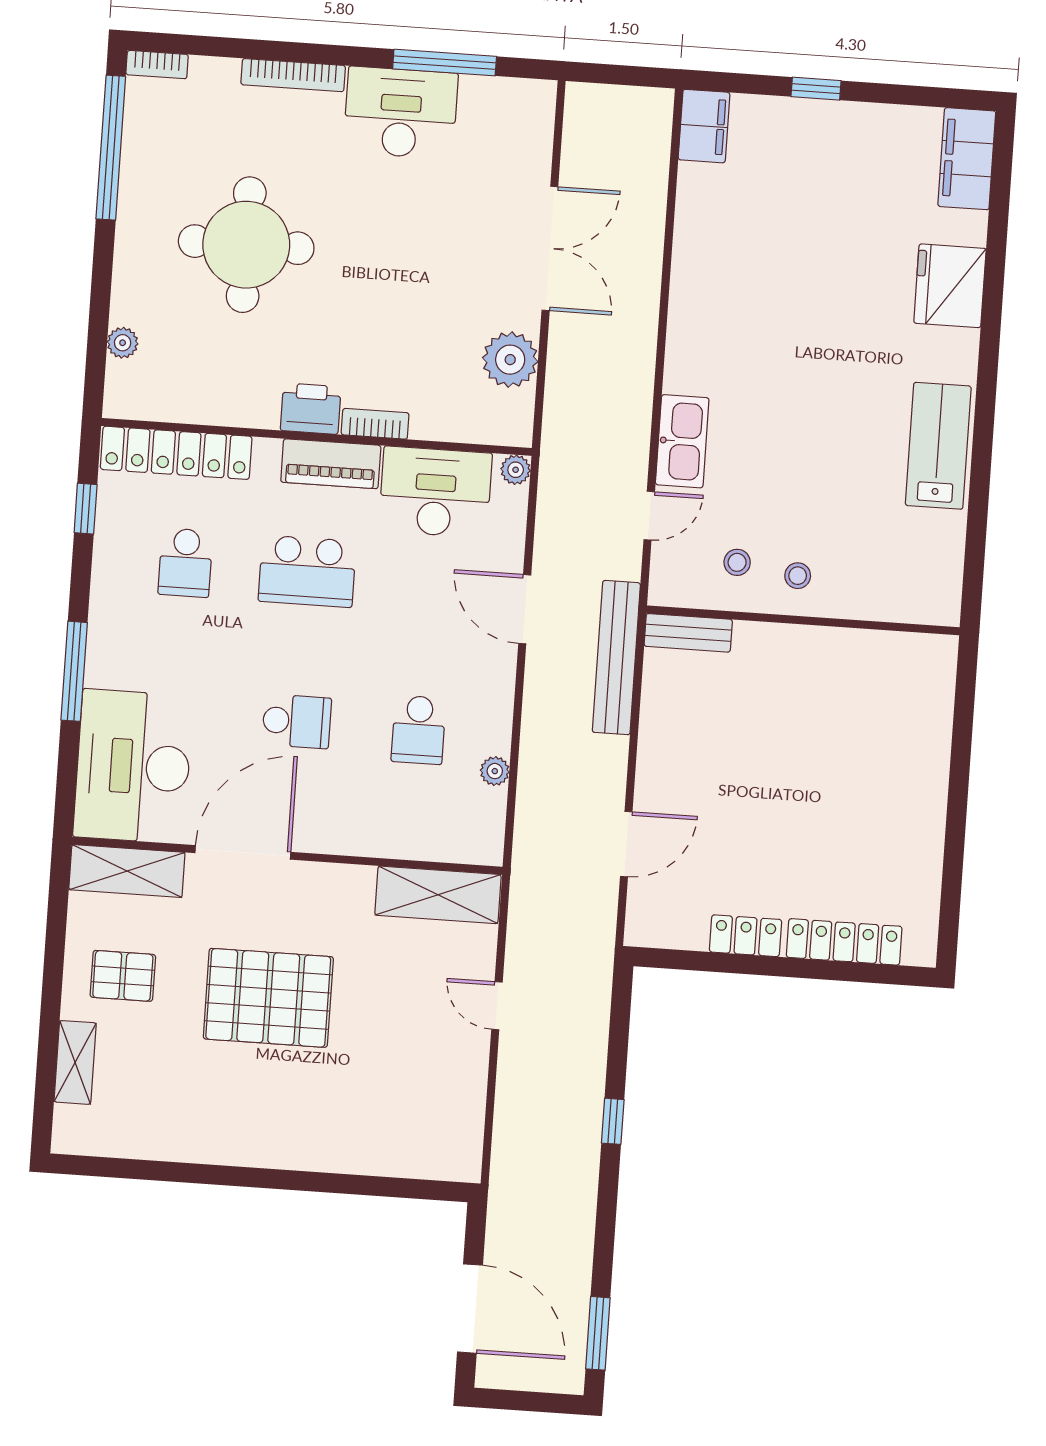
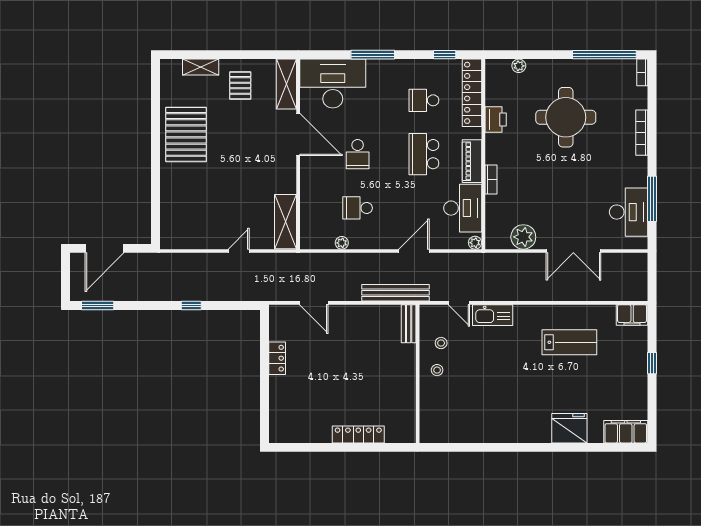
desk: (401, 113) -> (629, 212), moved
printer: (311, 409) -> (496, 120), moved
lab bench: (938, 446) -> (569, 342), moved
locker: (844, 942) -> (358, 434), moved, turned -90
pallet: (268, 998) -> (186, 134), moved

